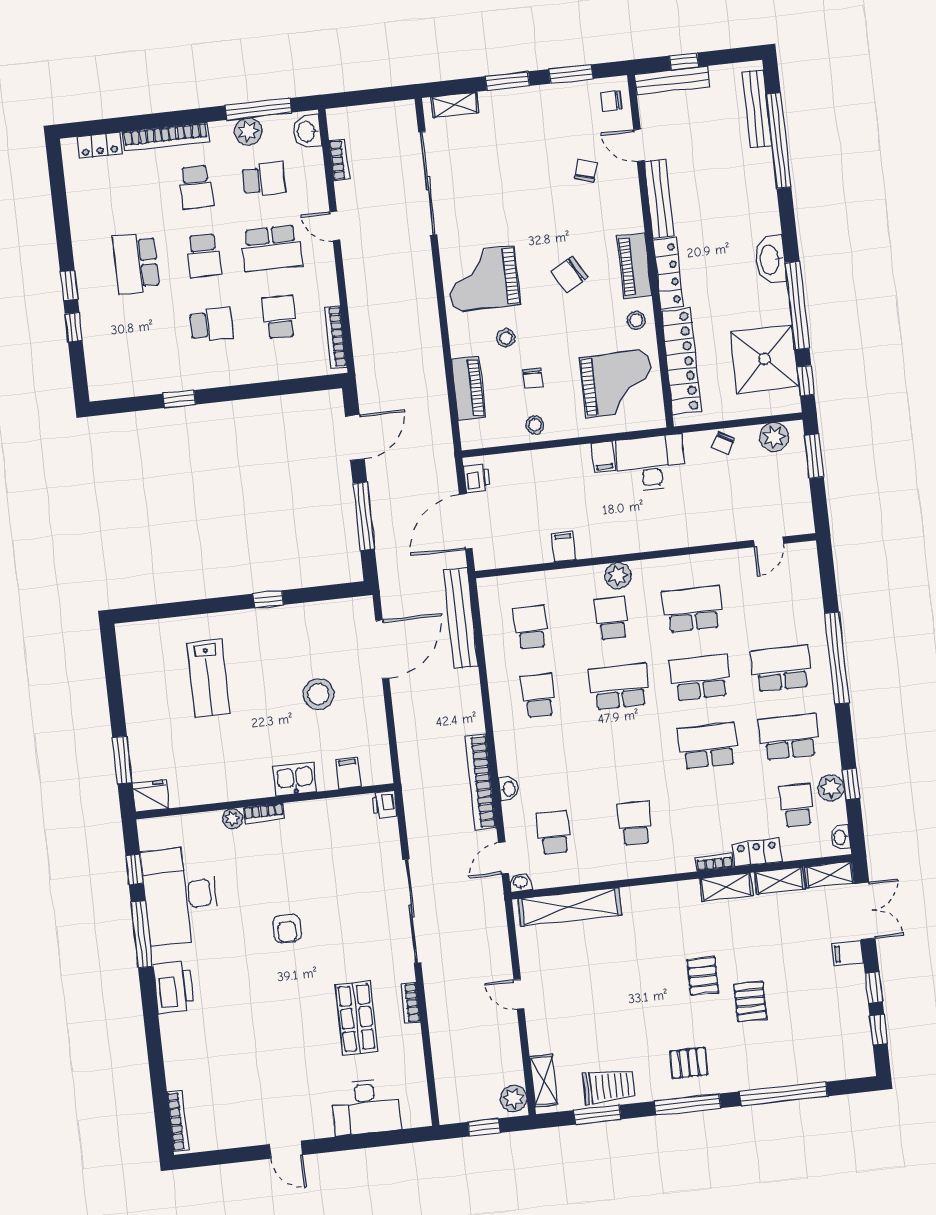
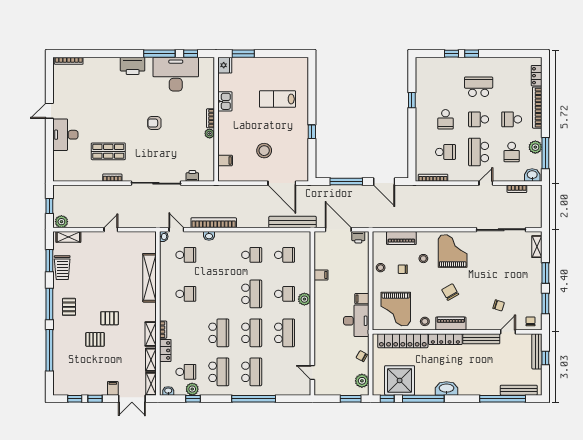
kitchen sink: (295, 779) -> (225, 101), moved
printer: (384, 804) -> (192, 176), moved
plant: (232, 819) -> (210, 134), moved
shelving: (570, 907) -> (150, 278), moved
desk: (366, 1107) -> (65, 135), moved

